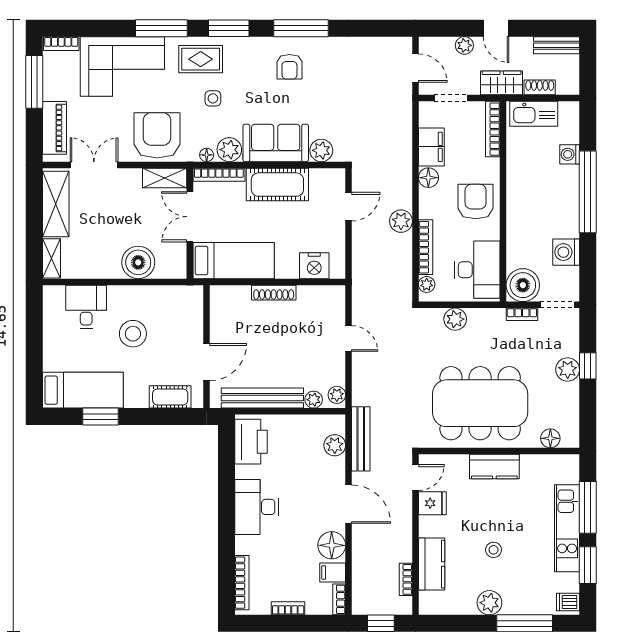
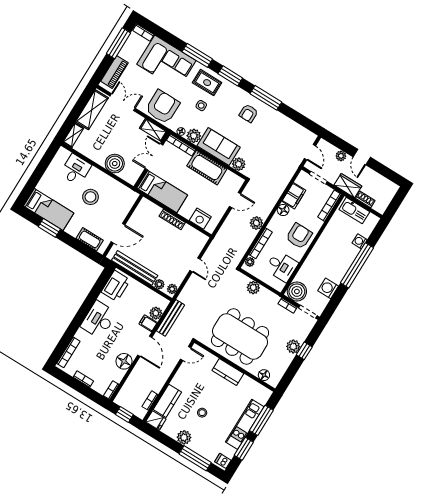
bench: (556, 45) -> (386, 184), removed
desk: (477, 270) -> (282, 266), width x0.73
fridge: (432, 503) -> (156, 420), moved
filing cabinet: (333, 573) -> (148, 323), moved

